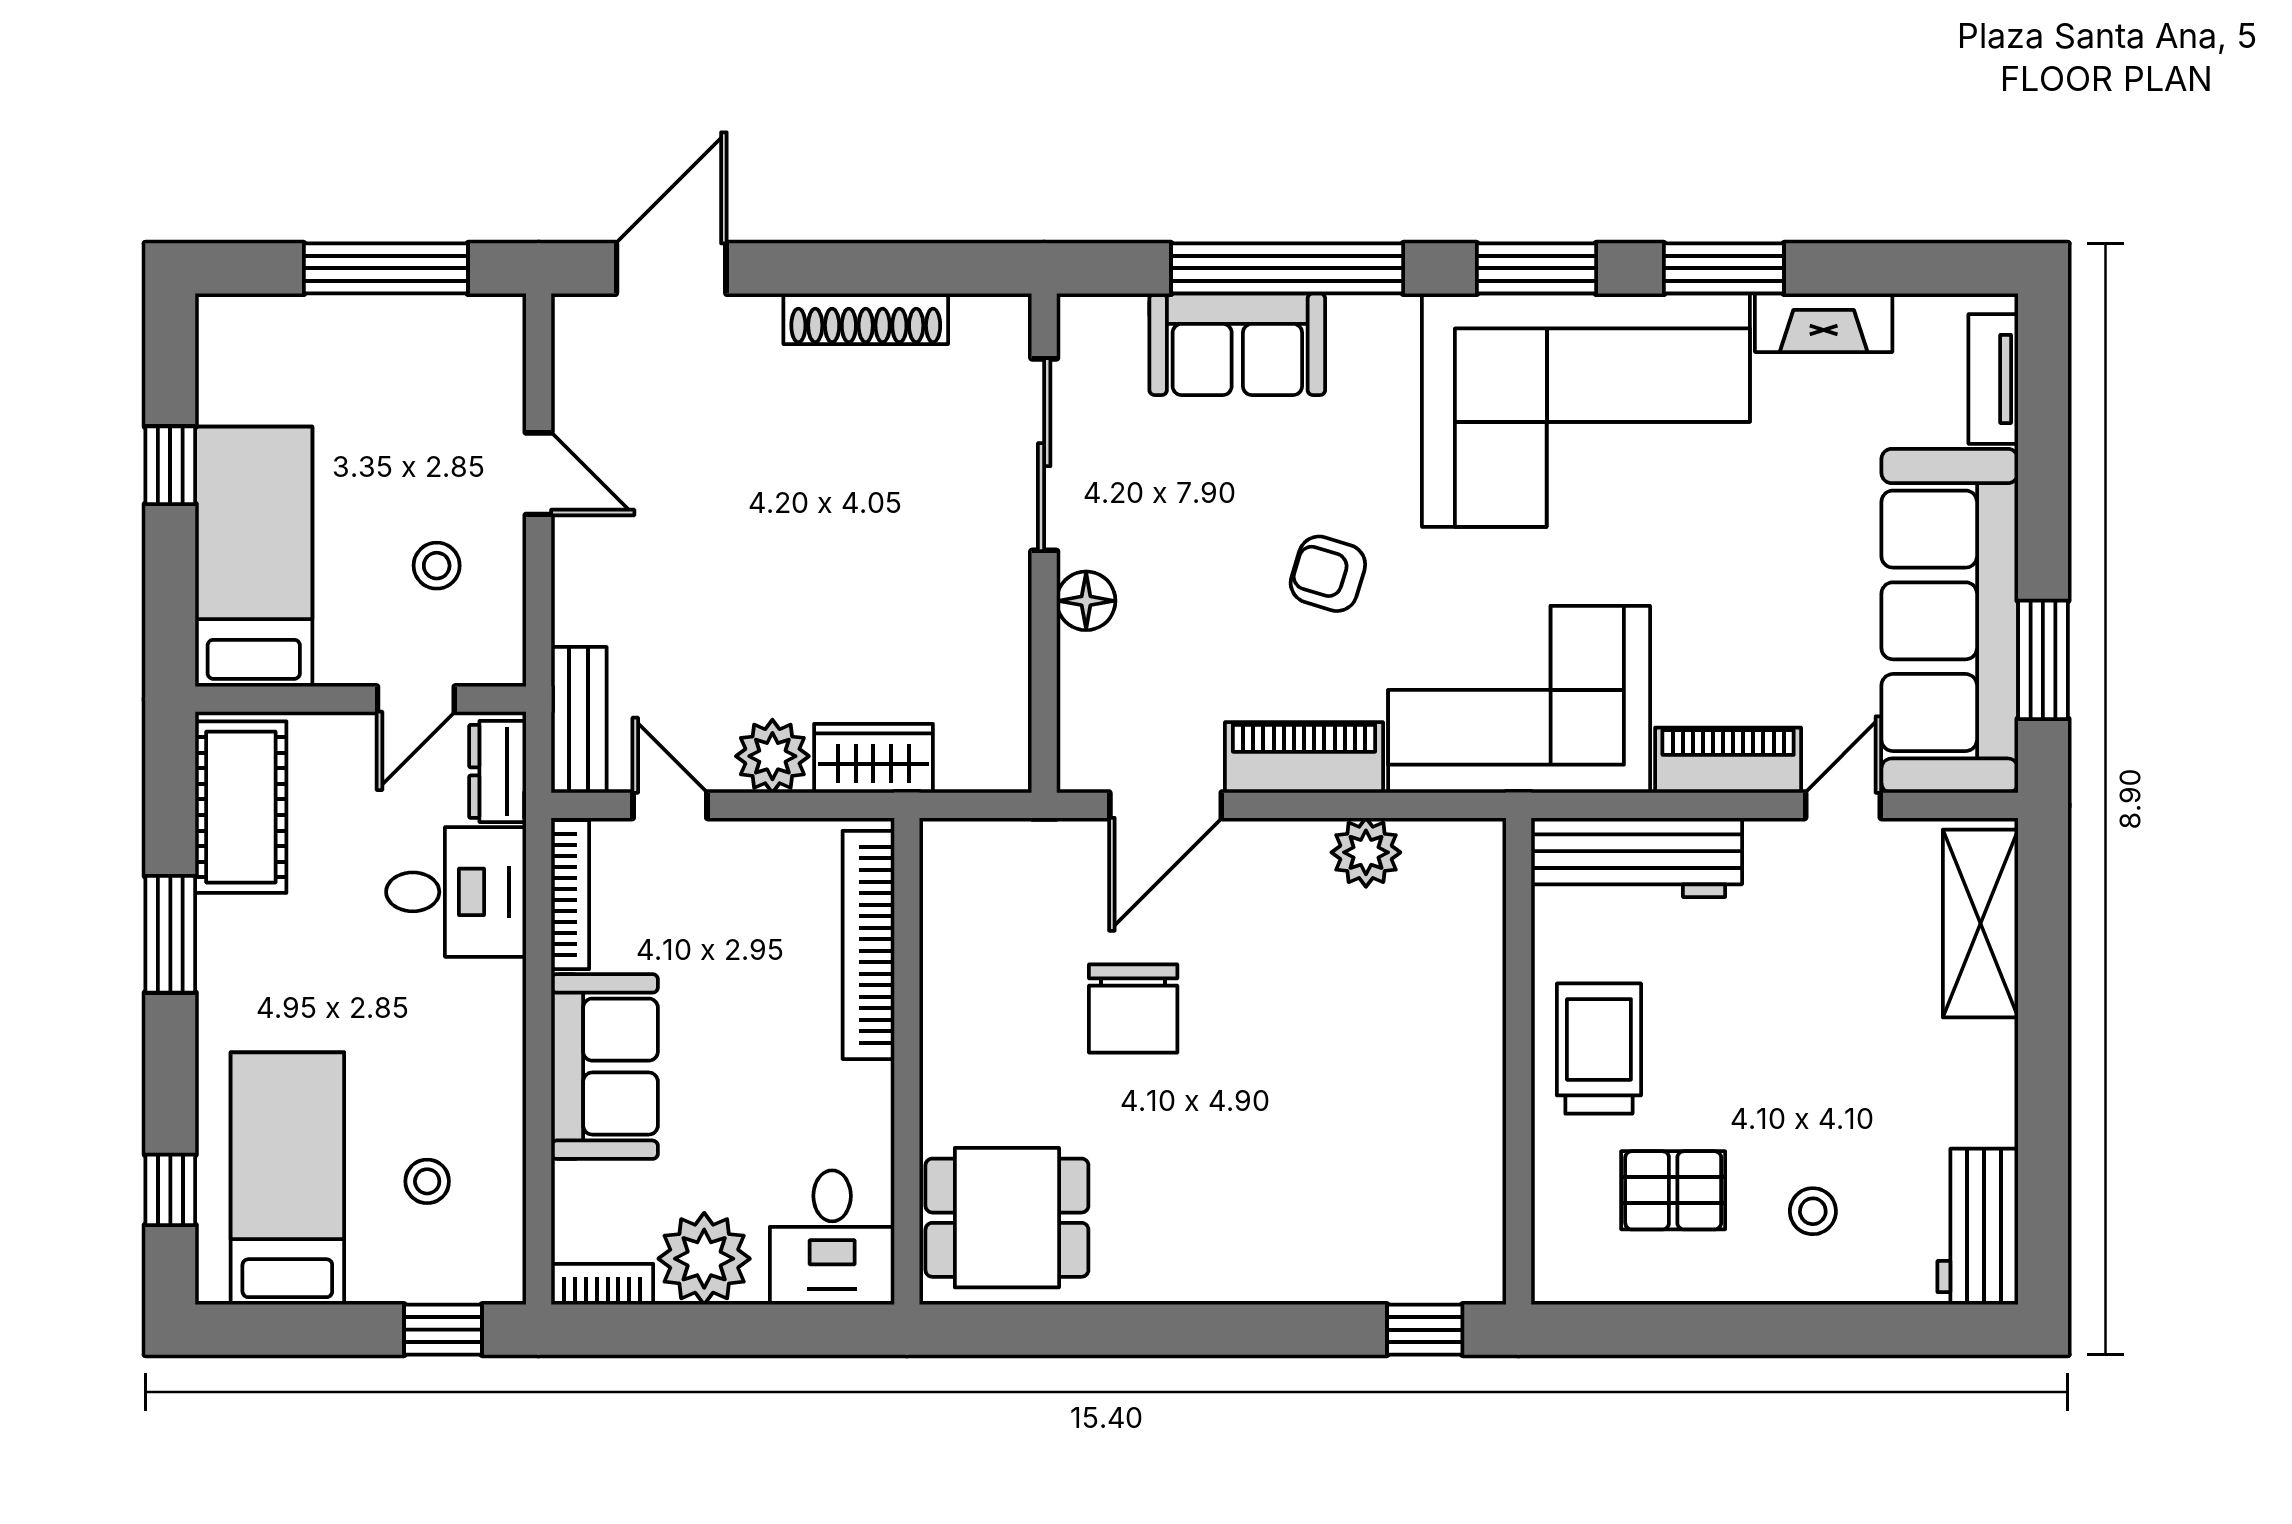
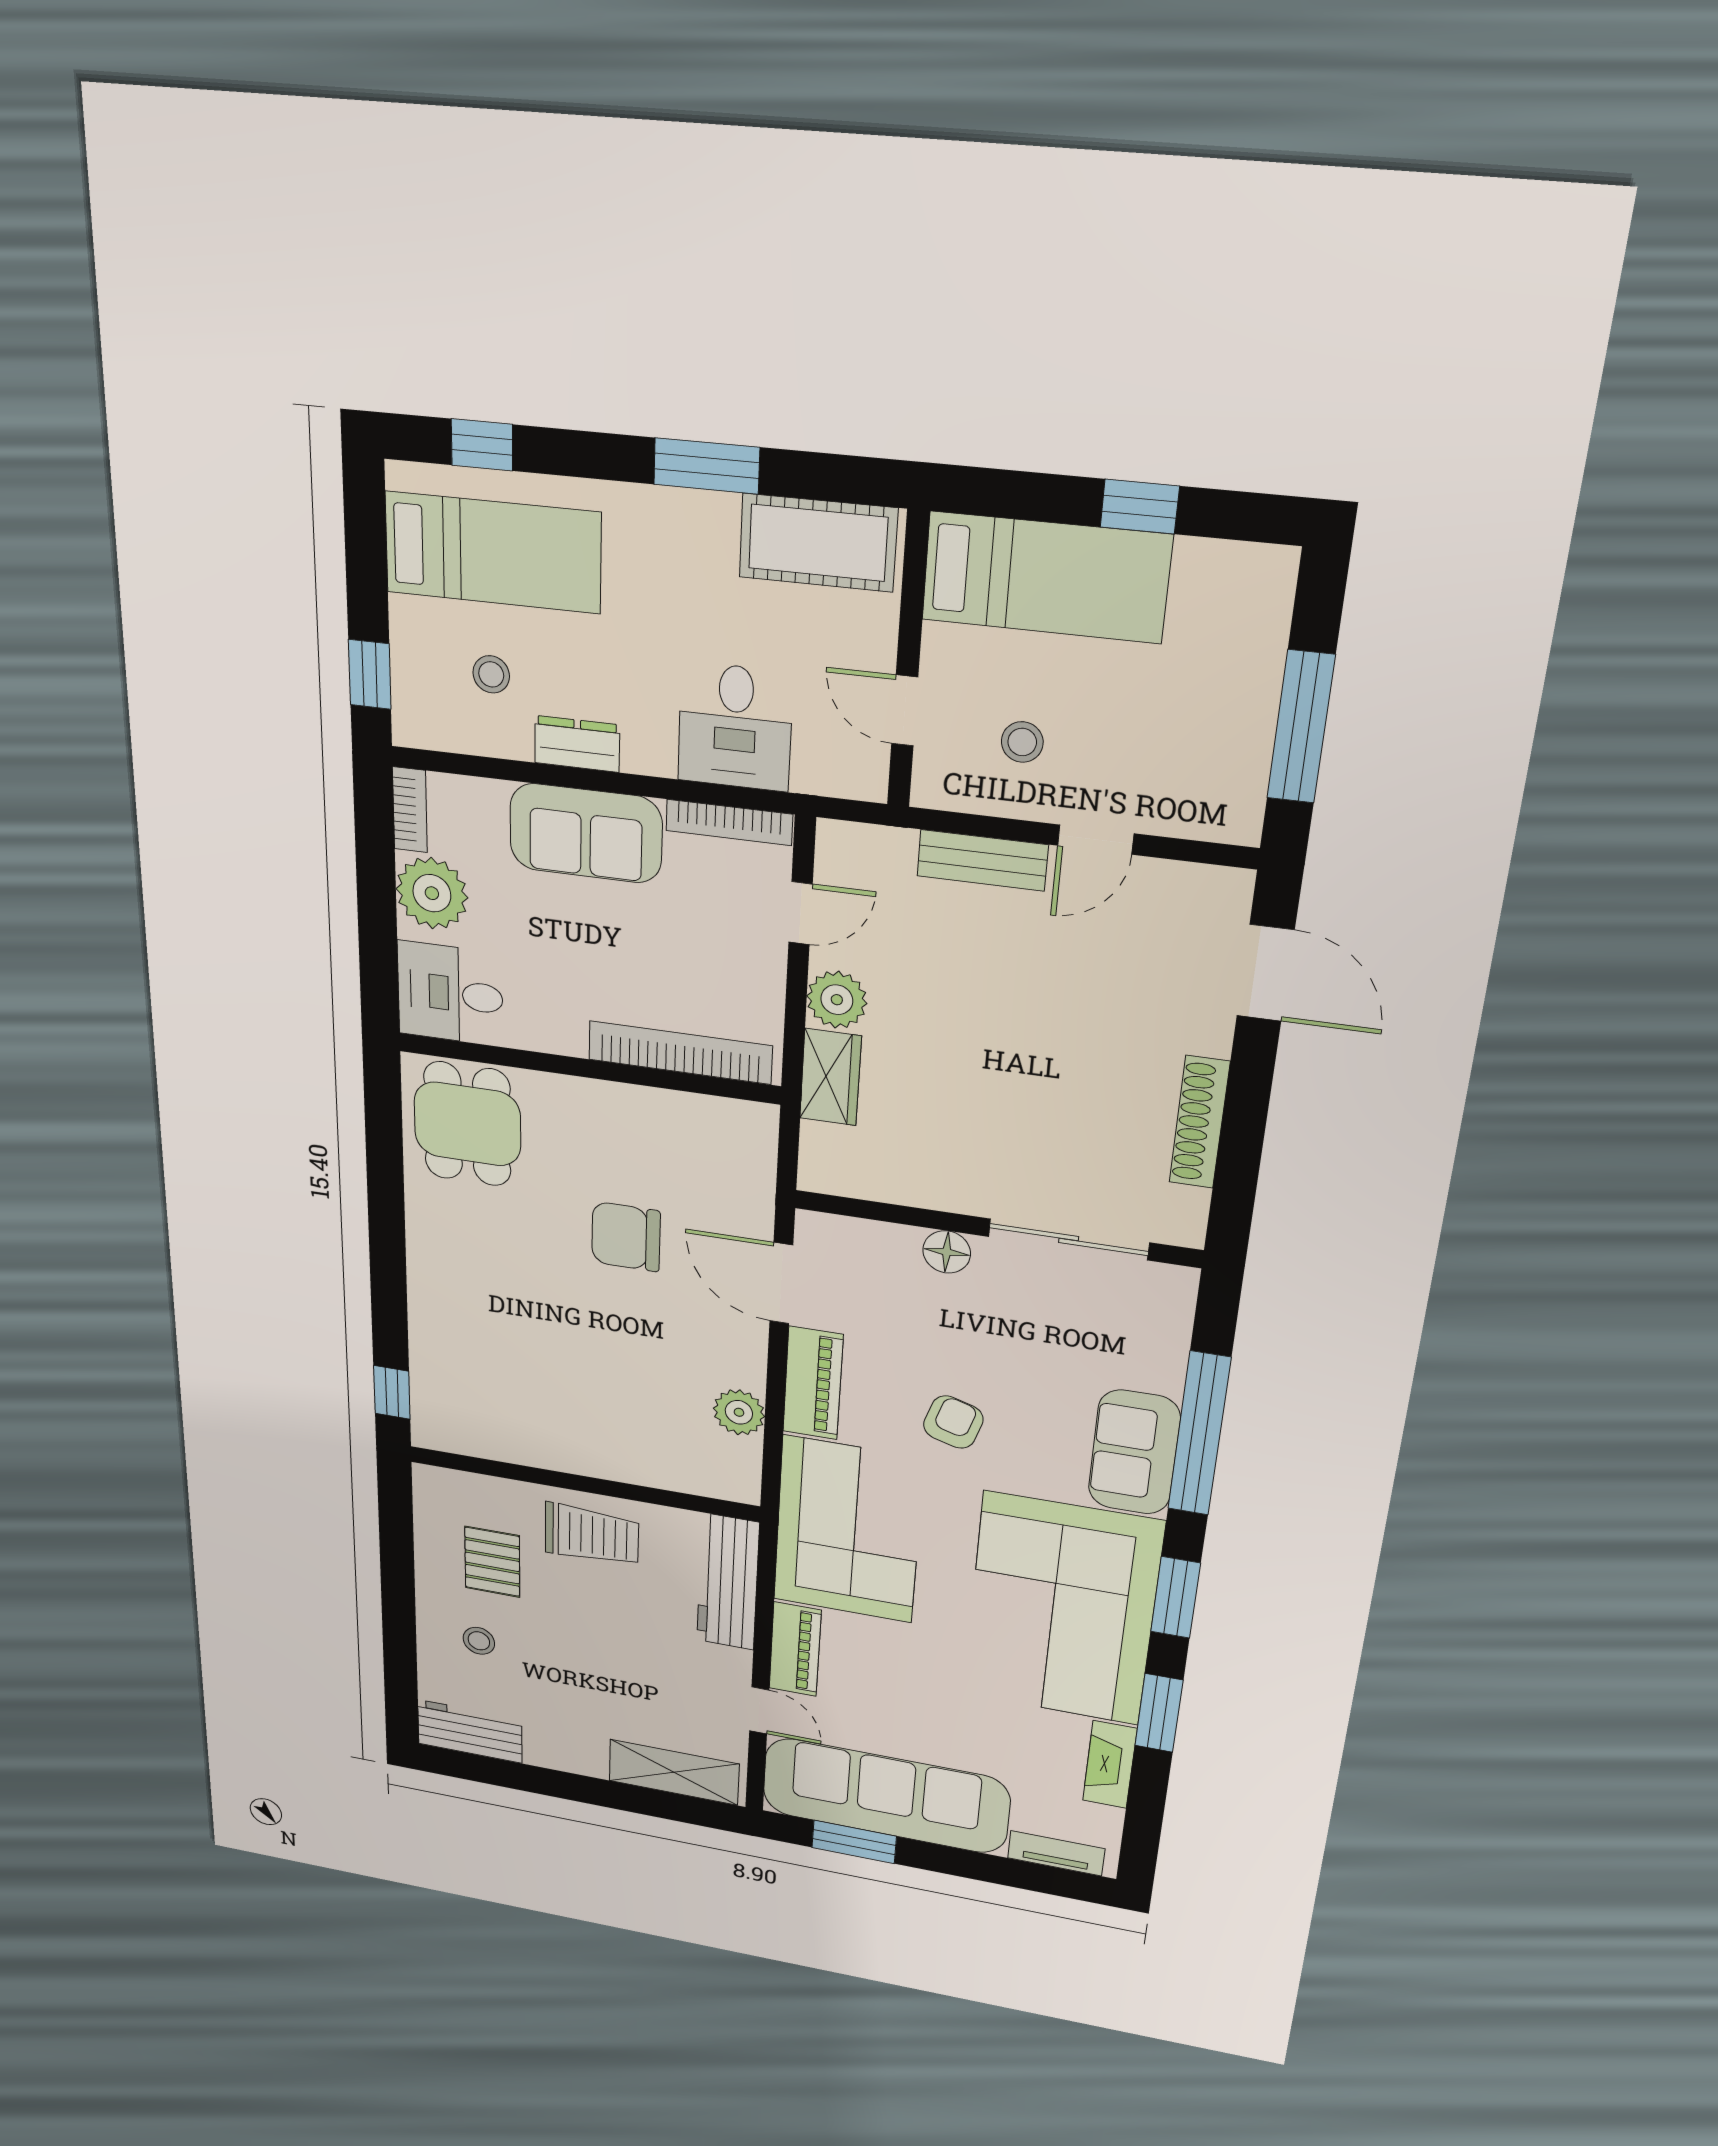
sofa: (1237, 344) -> (1134, 1452), moved
bench: (579, 720) -> (982, 860), moved
dresser: (498, 771) -> (577, 744), moved

